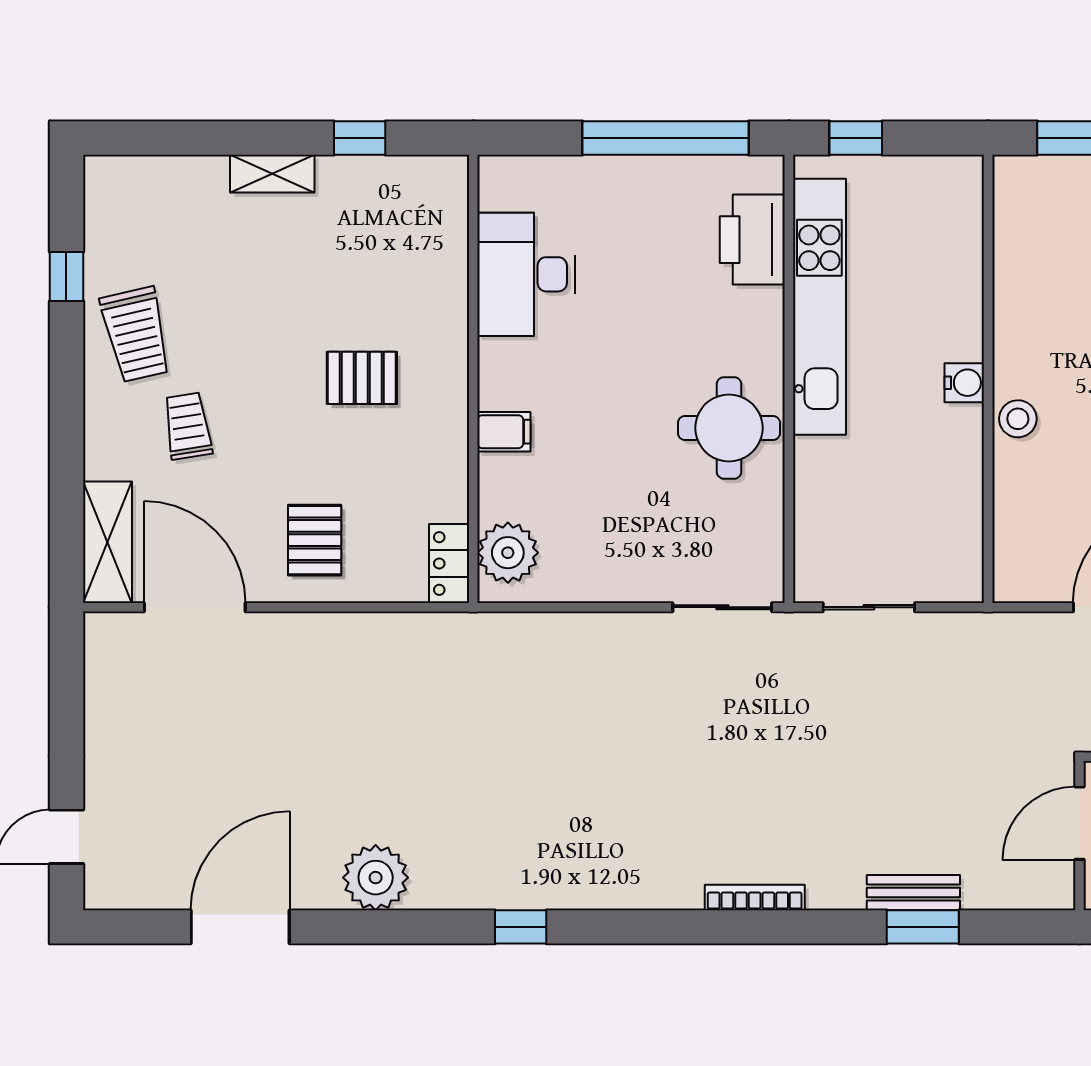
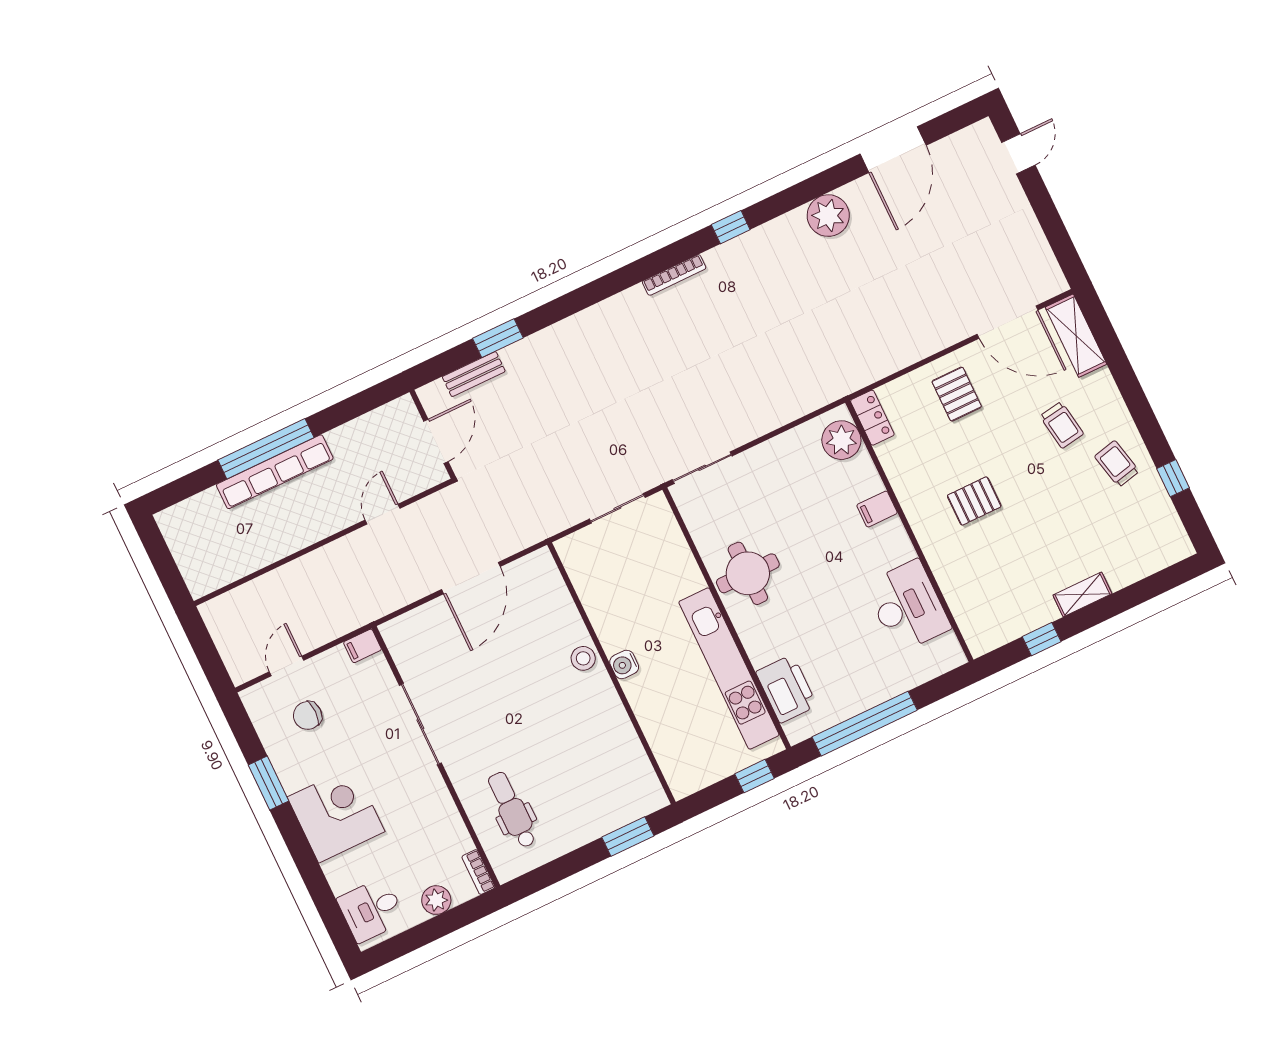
trolley: (136, 334) -> (1117, 464), width x0.73, depth x0.72
bench: (913, 893) -> (474, 374), moved
bookcase: (755, 897) -> (674, 275), moved

